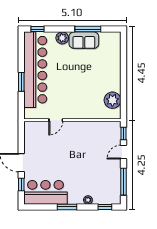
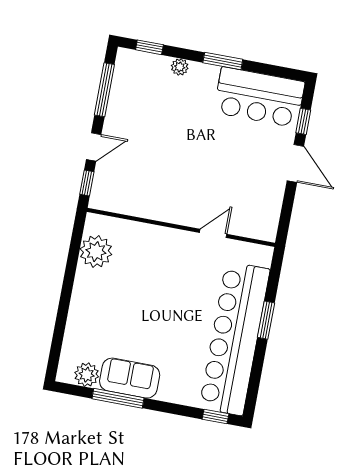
plant: (62, 38) -> (87, 375), moved

